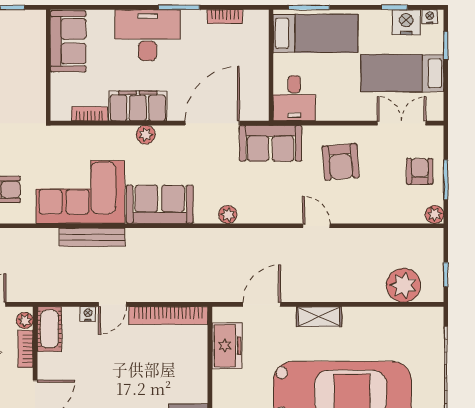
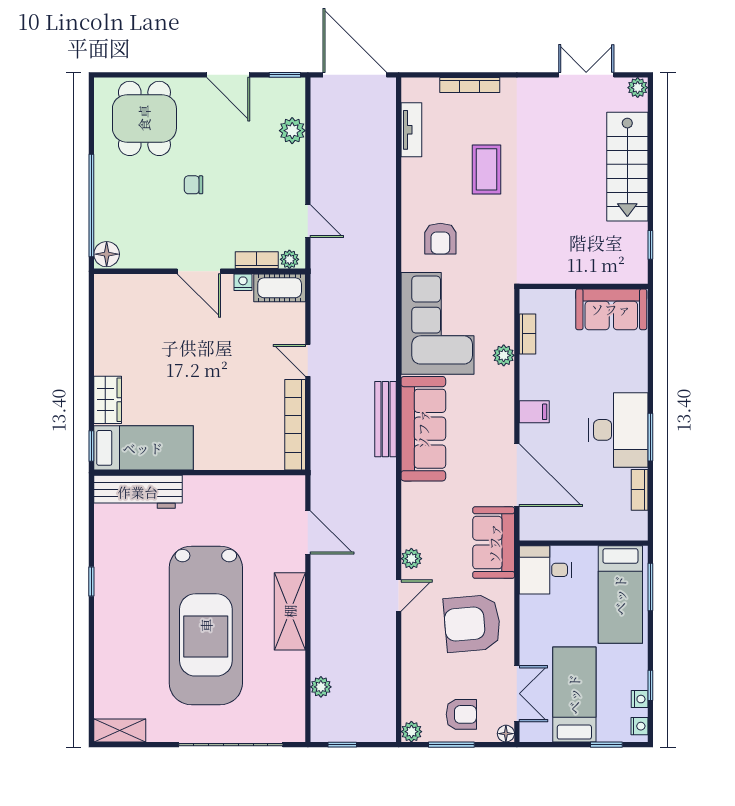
nightstand: (406, 22) -> (640, 699), width x0.53, depth x0.56
desk: (148, 35) -> (618, 430), moved
filing cabinet: (138, 106) -> (534, 412), width x0.33, depth x0.86
floor lamp: (436, 133) -> (506, 734), added
plant: (146, 135) -> (504, 355), moved
armchair: (341, 162) -> (472, 623), width x1.36, depth x1.36
sofa: (160, 204) -> (423, 429), width x1.36
plant: (228, 215) -> (411, 559), moved
bench: (92, 237) -> (385, 419), moved
plant: (404, 285) -> (321, 687), width x0.53, depth x0.53
nightstand: (88, 314) -> (243, 282), moved, turned -90
shelving: (319, 317) -> (290, 611), width x1.50, depth x1.33
freezer: (227, 346) -> (260, 492), removed

